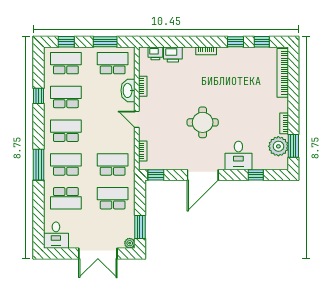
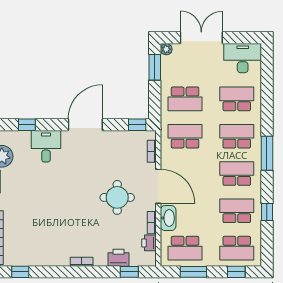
window: (235, 42) -> (129, 272), moved
printer: (155, 53) -> (149, 243), moved, turned -90
school desk: (66, 97) -> (237, 211), turned 180
door: (137, 119) -> (158, 186), width x1.87
round table: (203, 122) -> (117, 197), moved
school desk: (66, 131) -> (237, 174), turned 180
window: (39, 165) -> (267, 153), moved
school desk: (66, 165) -> (237, 136), turned 180
school desk: (113, 165) -> (185, 136), turned 180
desk: (56, 235) -> (243, 58), width x1.37

